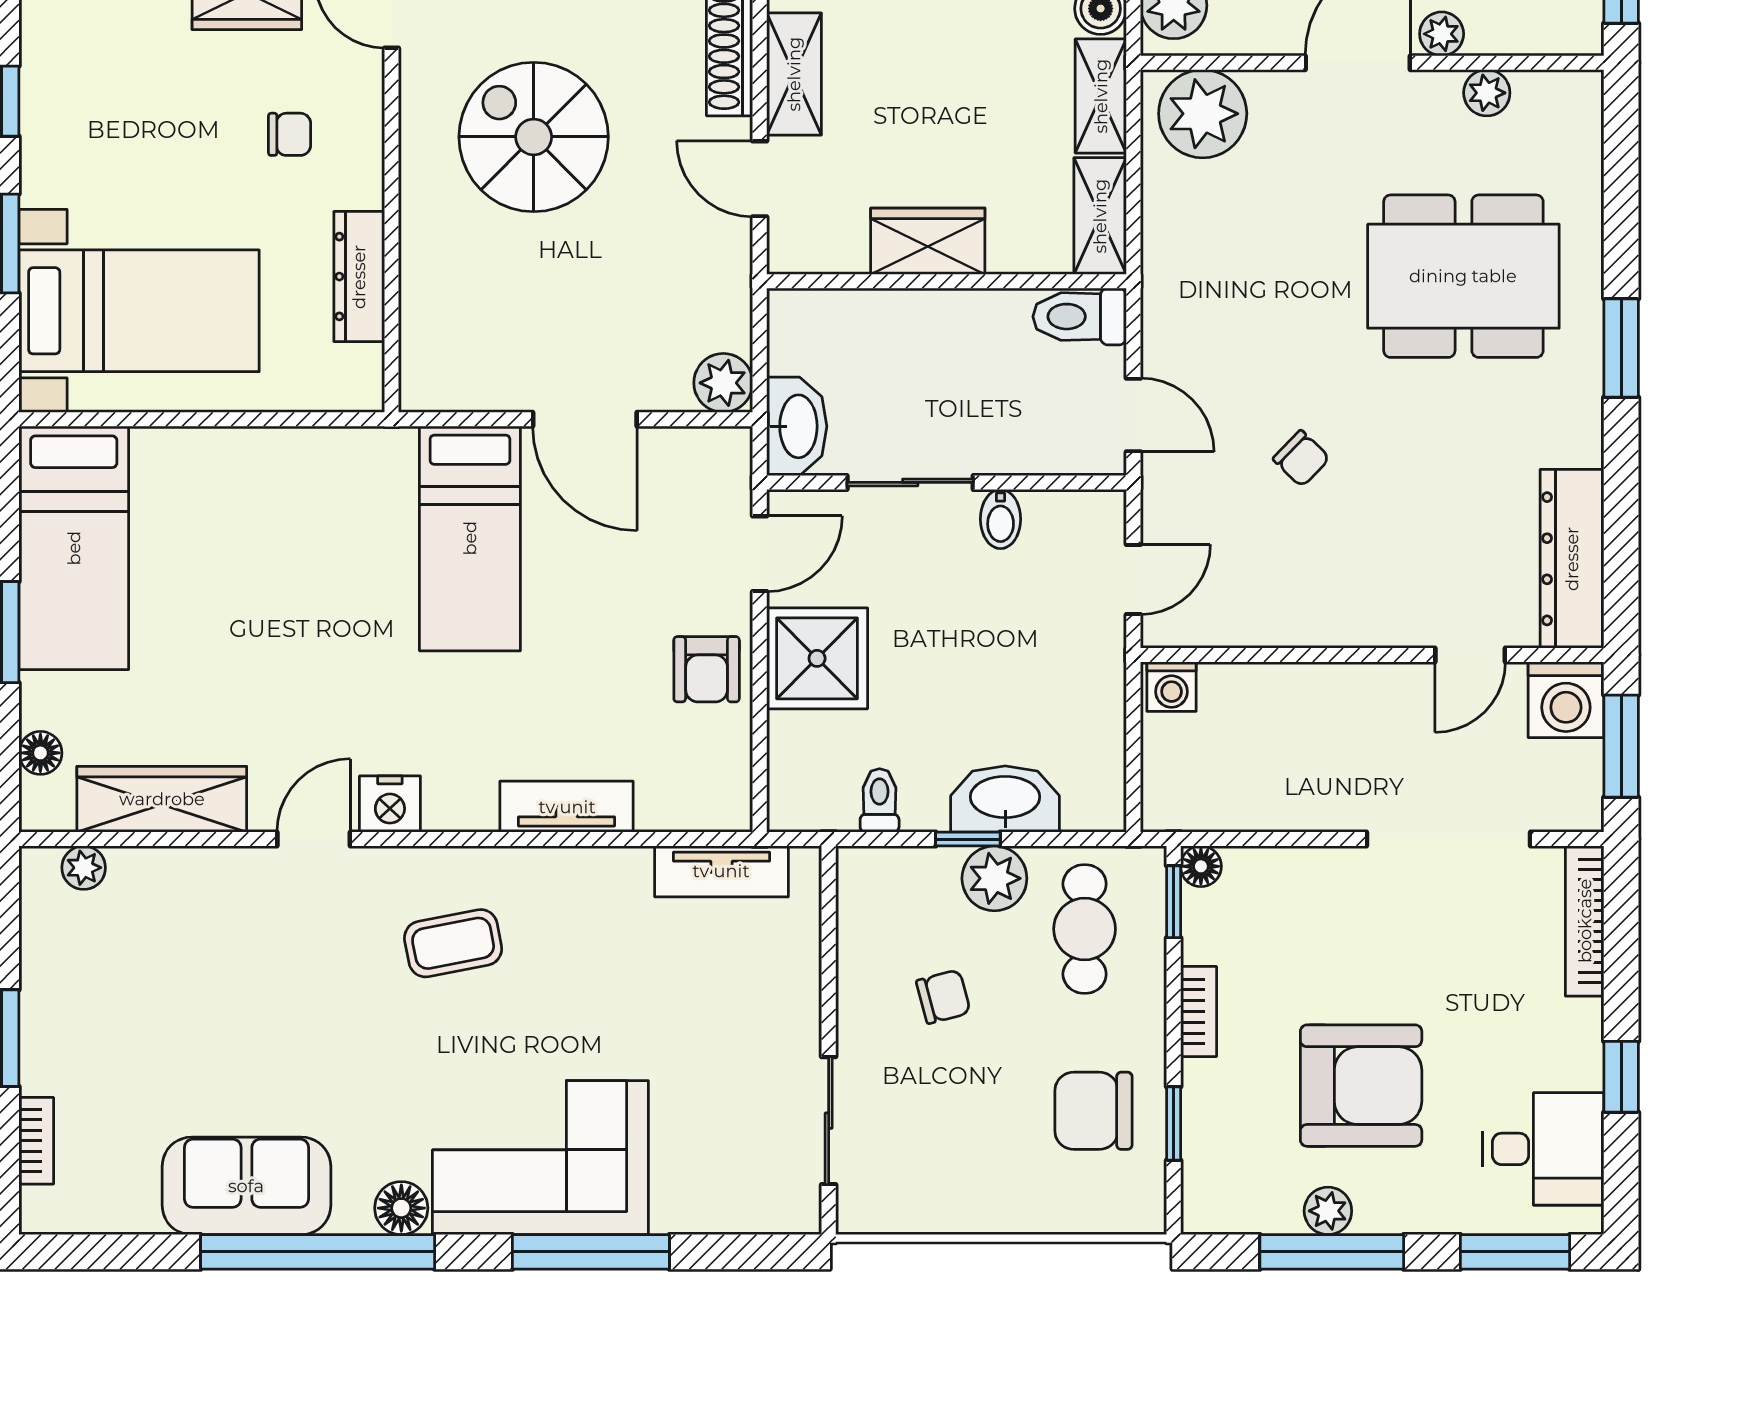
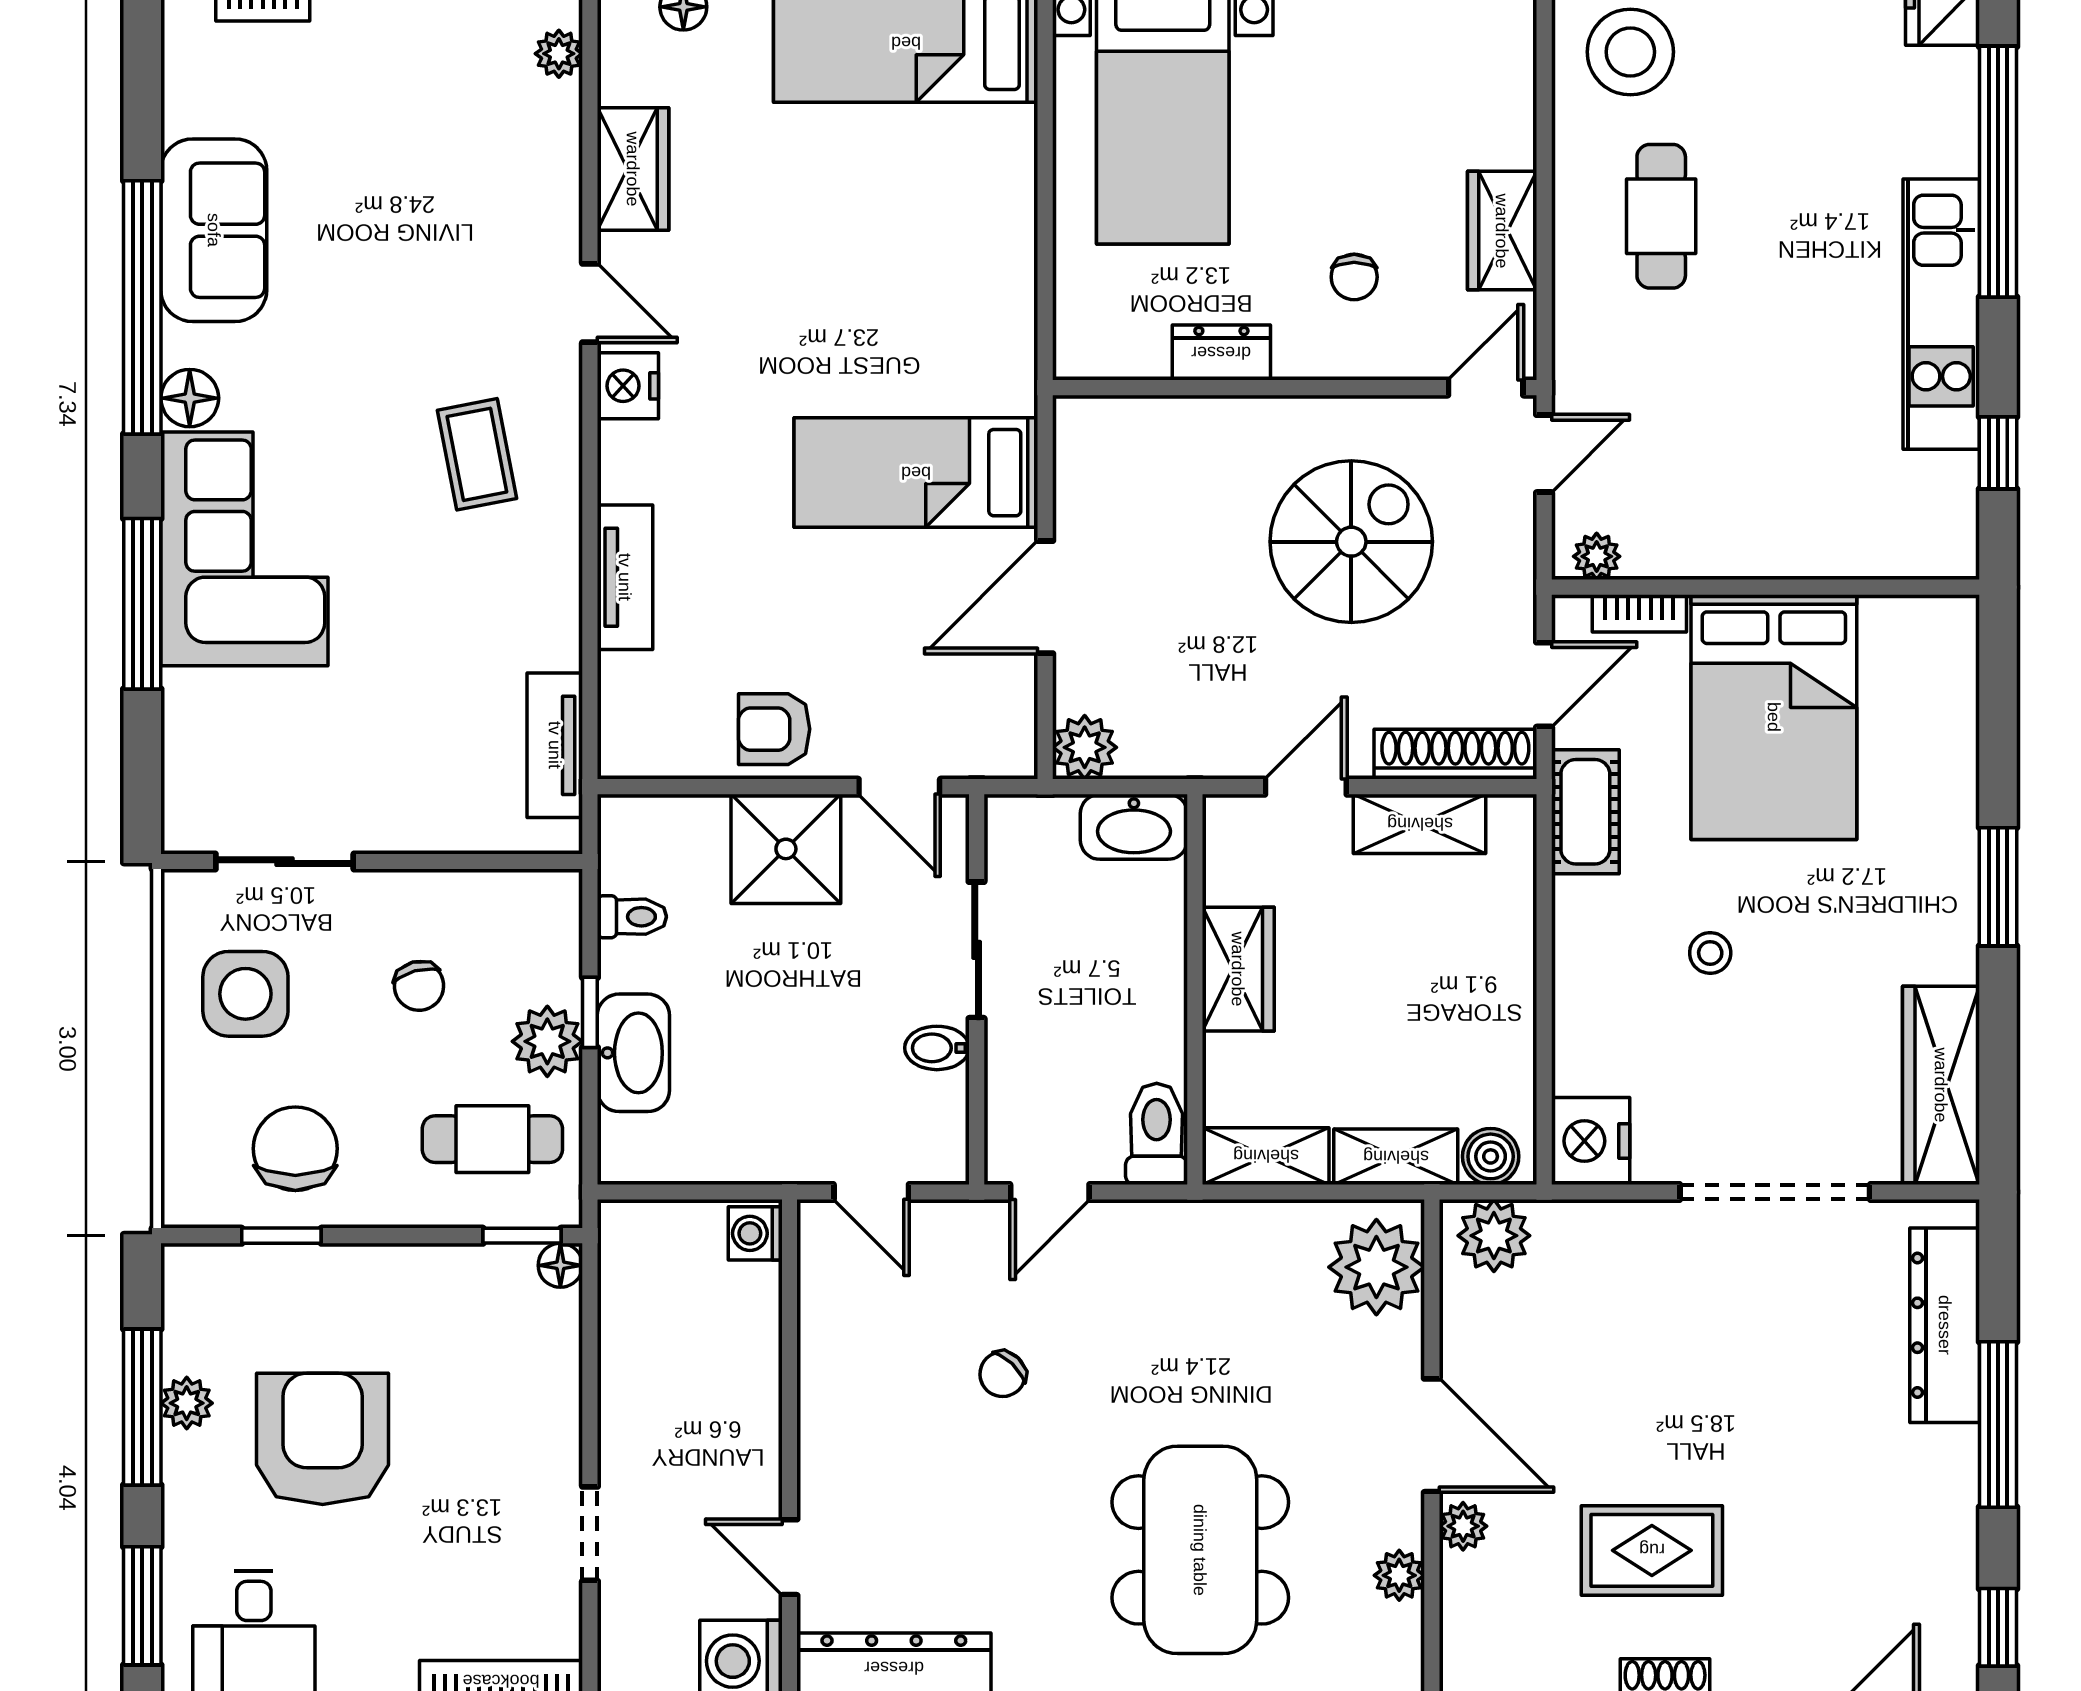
dresser: (359, 277) -> (1221, 353), width x0.70
washbasin: (797, 426) -> (1134, 827), moved
wardrobe: (162, 799) -> (633, 169), width x0.67
doorway: (1448, 839) -> (590, 1534), width x0.53
bookcase: (1199, 1011) -> (403, 1263), removed
armchair: (1361, 1086) -> (323, 1439), turned 180
side table: (951, 1157) -> (245, 994), added

